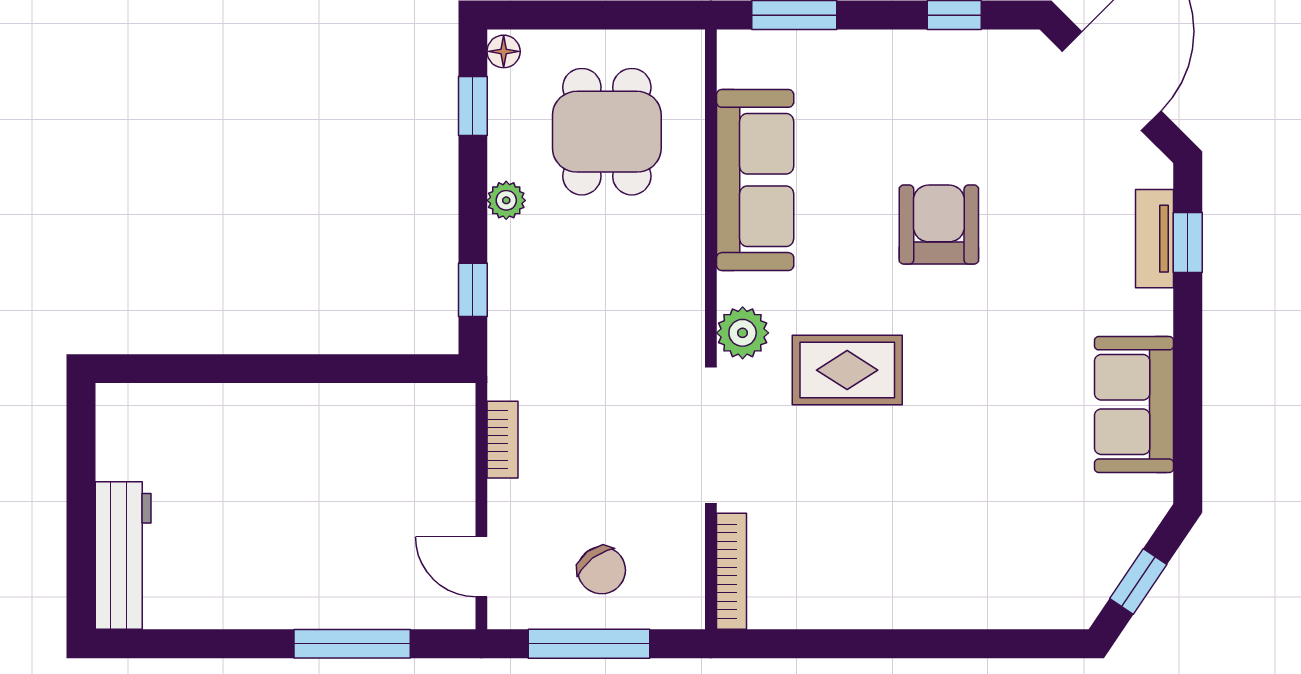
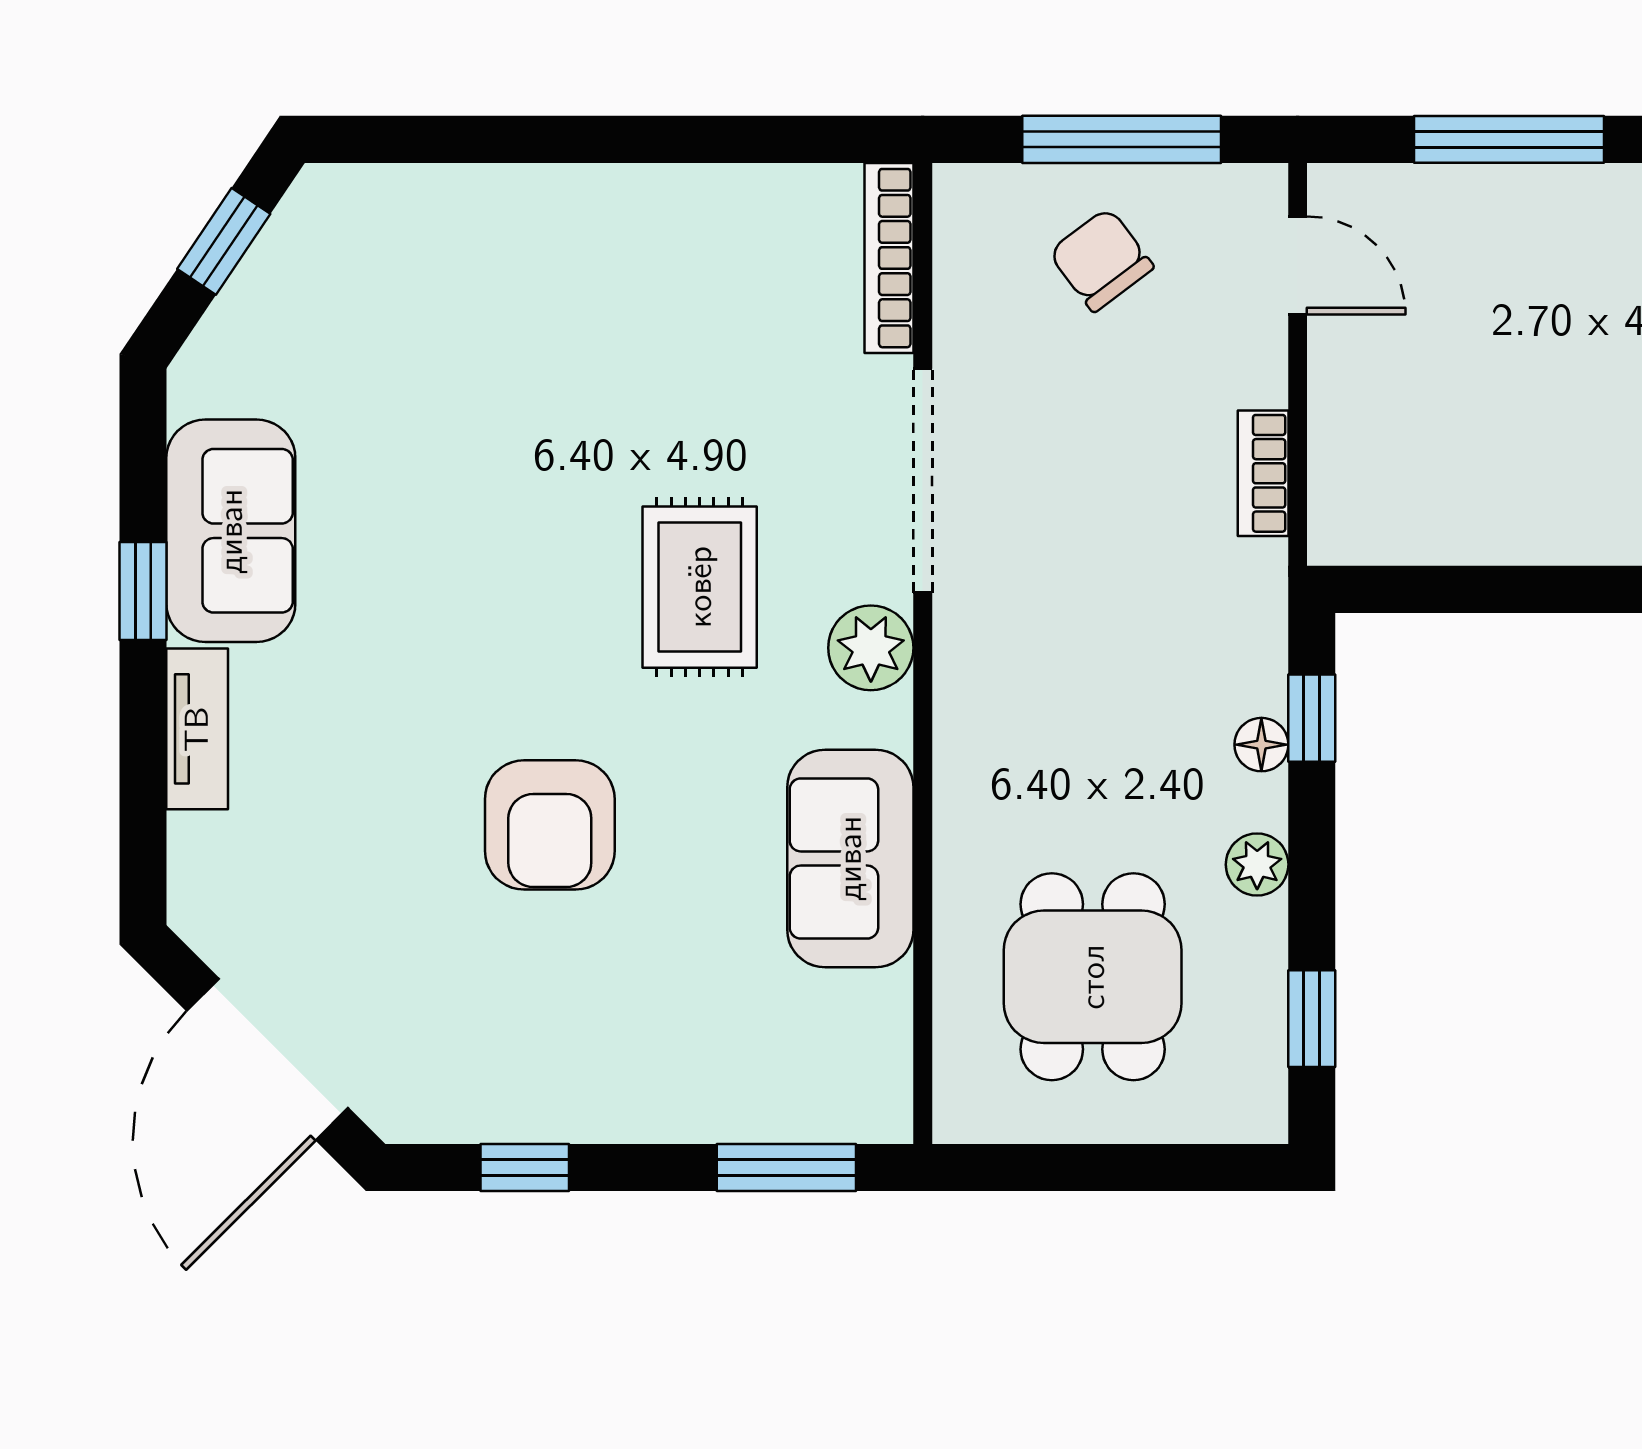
floor lamp: (504, 51) -> (1261, 745), moved
sofa: (755, 180) -> (850, 858), width x0.73
tv unit: (1155, 239) -> (197, 729), moved
window: (1188, 243) -> (143, 591), moved
rug: (847, 370) -> (700, 587), turned 90

